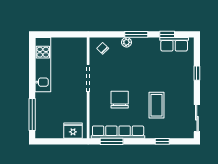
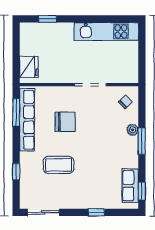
window: (167, 34) -> (142, 191), moved
window: (32, 115) -> (48, 19), width x0.46

